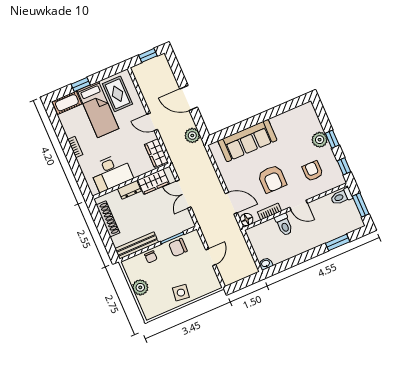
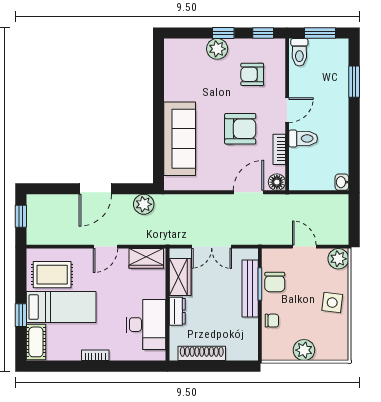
bench: (137, 245) -> (250, 288), moved
plant: (213, 284) -> (338, 259), added

